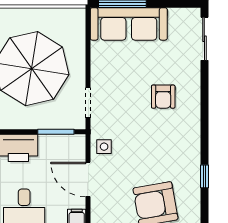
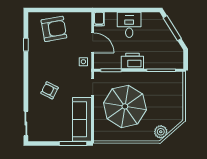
sofa: (129, 24) -> (82, 119), moved, turned -90
armchair: (163, 97) -> (50, 90), turned -63

